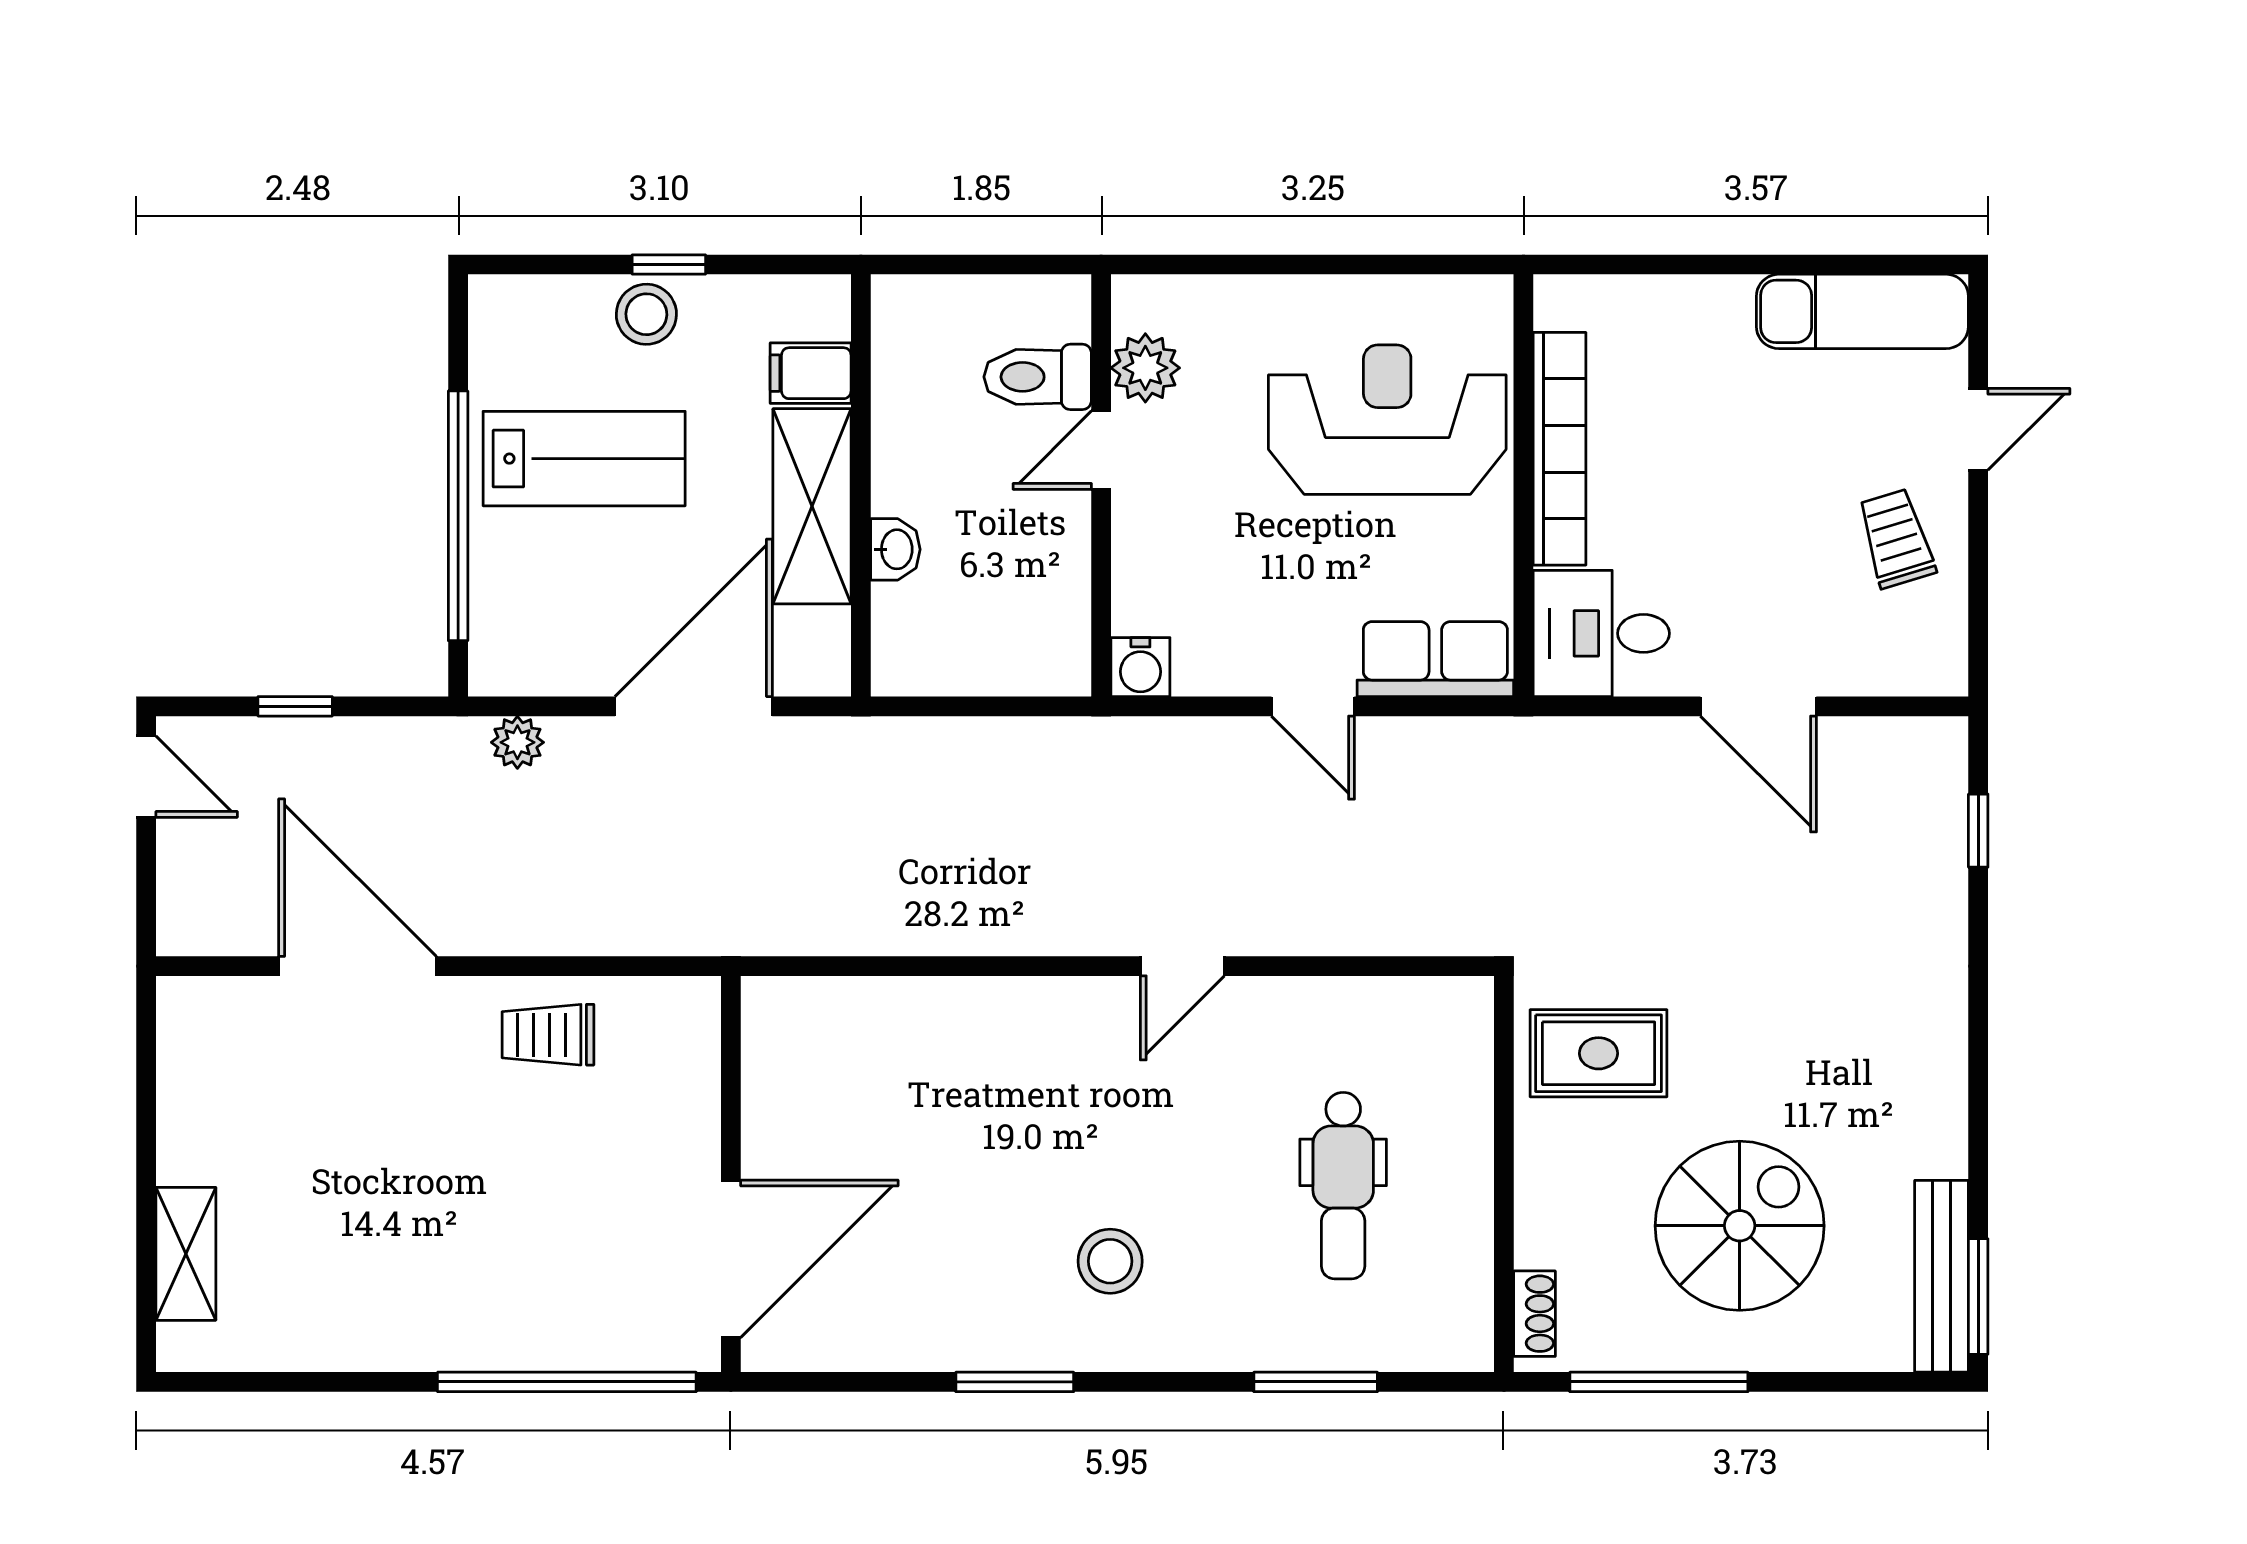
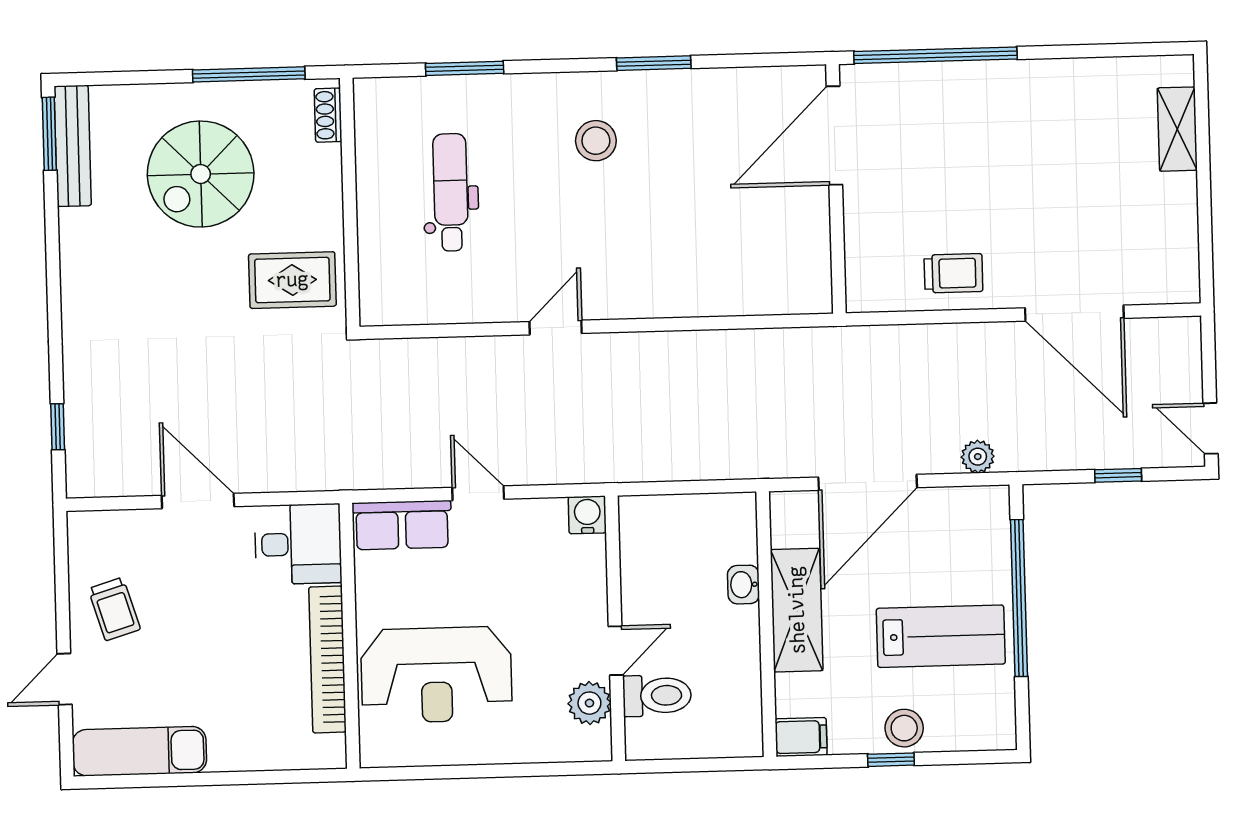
filing cabinet: (811, 373) -> (801, 737), moved
lab bench: (584, 459) -> (941, 636), turned 180

